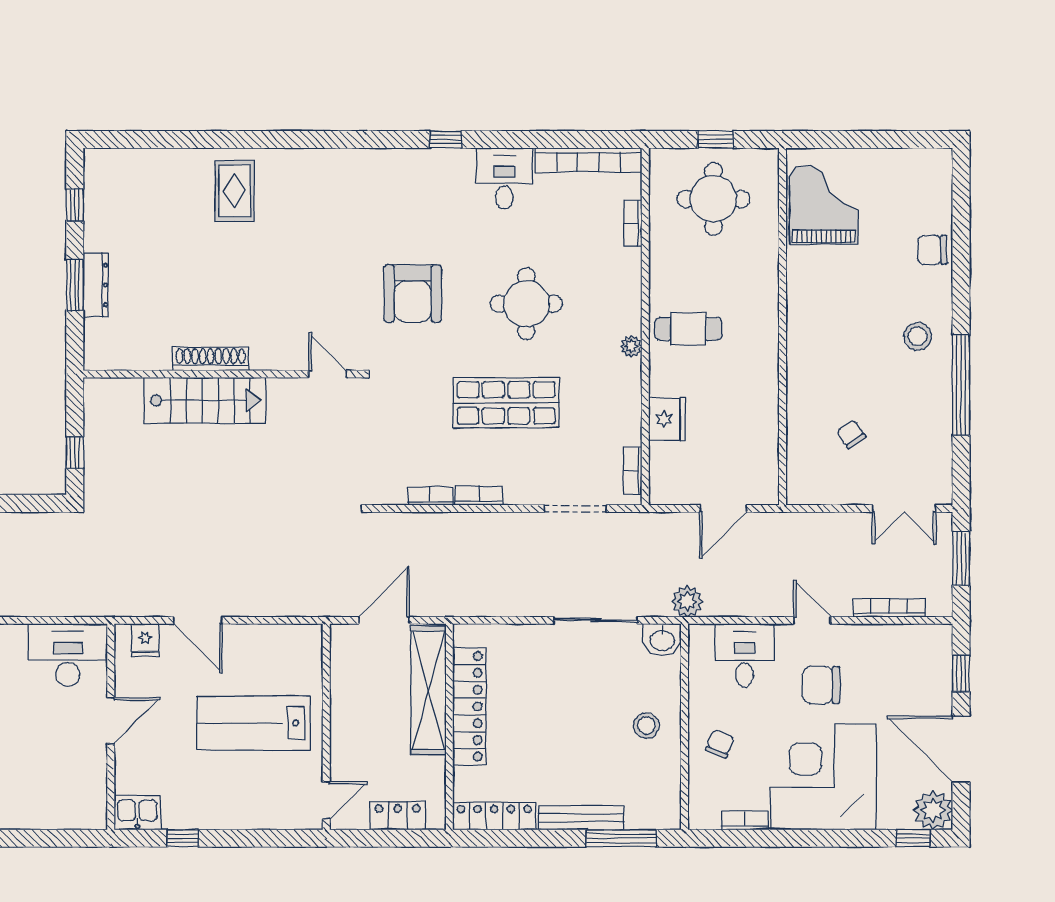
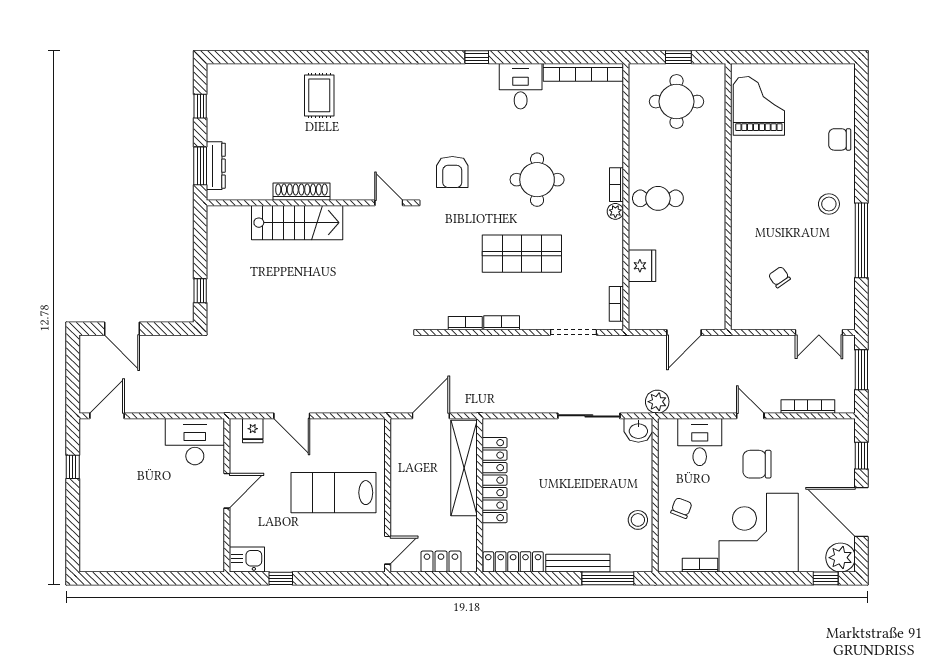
bookcase: (633, 223) -> (616, 185), moved
armchair: (413, 293) -> (452, 172), width x0.73, depth x0.73
shoe rack: (211, 359) -> (301, 192), moved
wall: (223, 374) -> (310, 203), moved
door: (328, 374) -> (389, 203), moved
stairs: (205, 400) -> (297, 223), moved
stool: (646, 726) -> (638, 520), moved

